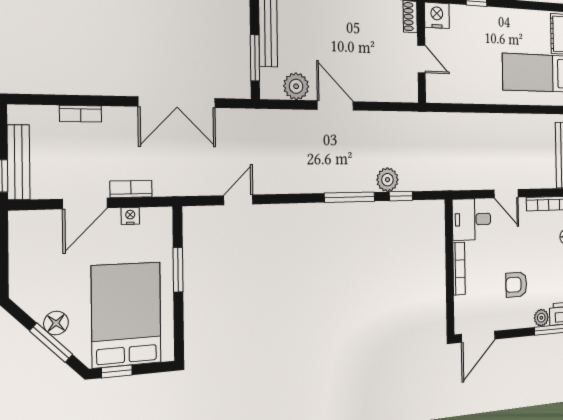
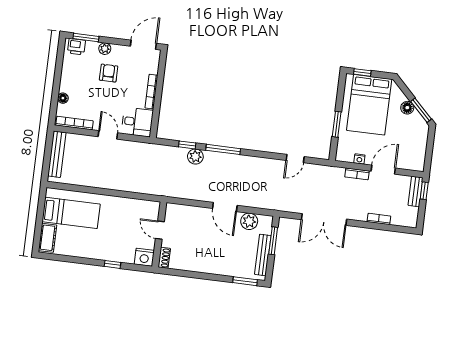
double door: (177, 102) -> (324, 219), swing flipped
bench: (18, 162) -> (416, 191), width x0.73
armchair: (516, 285) -> (109, 73), turned -90
plant: (541, 318) -> (105, 49), moved
window: (51, 343) -> (421, 110), moved
window: (117, 371) -> (362, 72), moved

